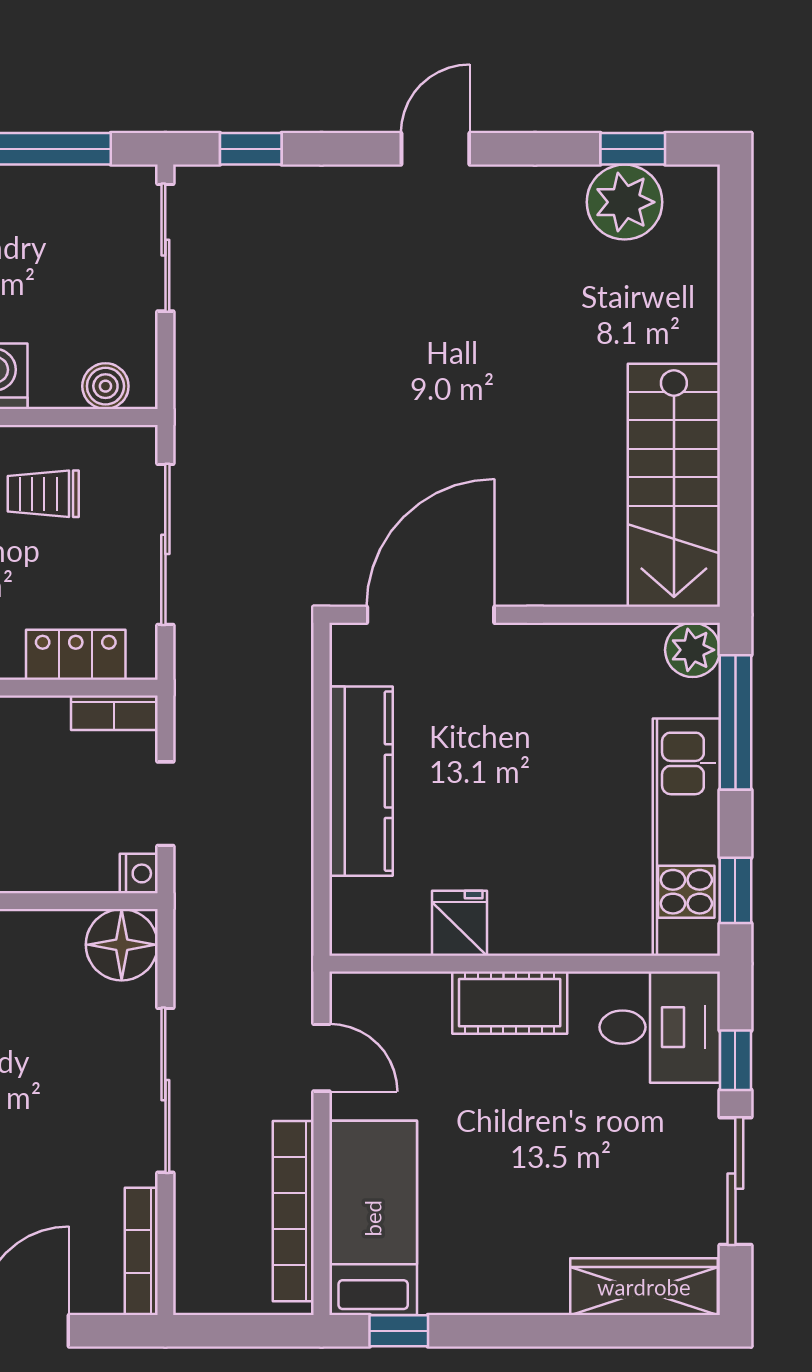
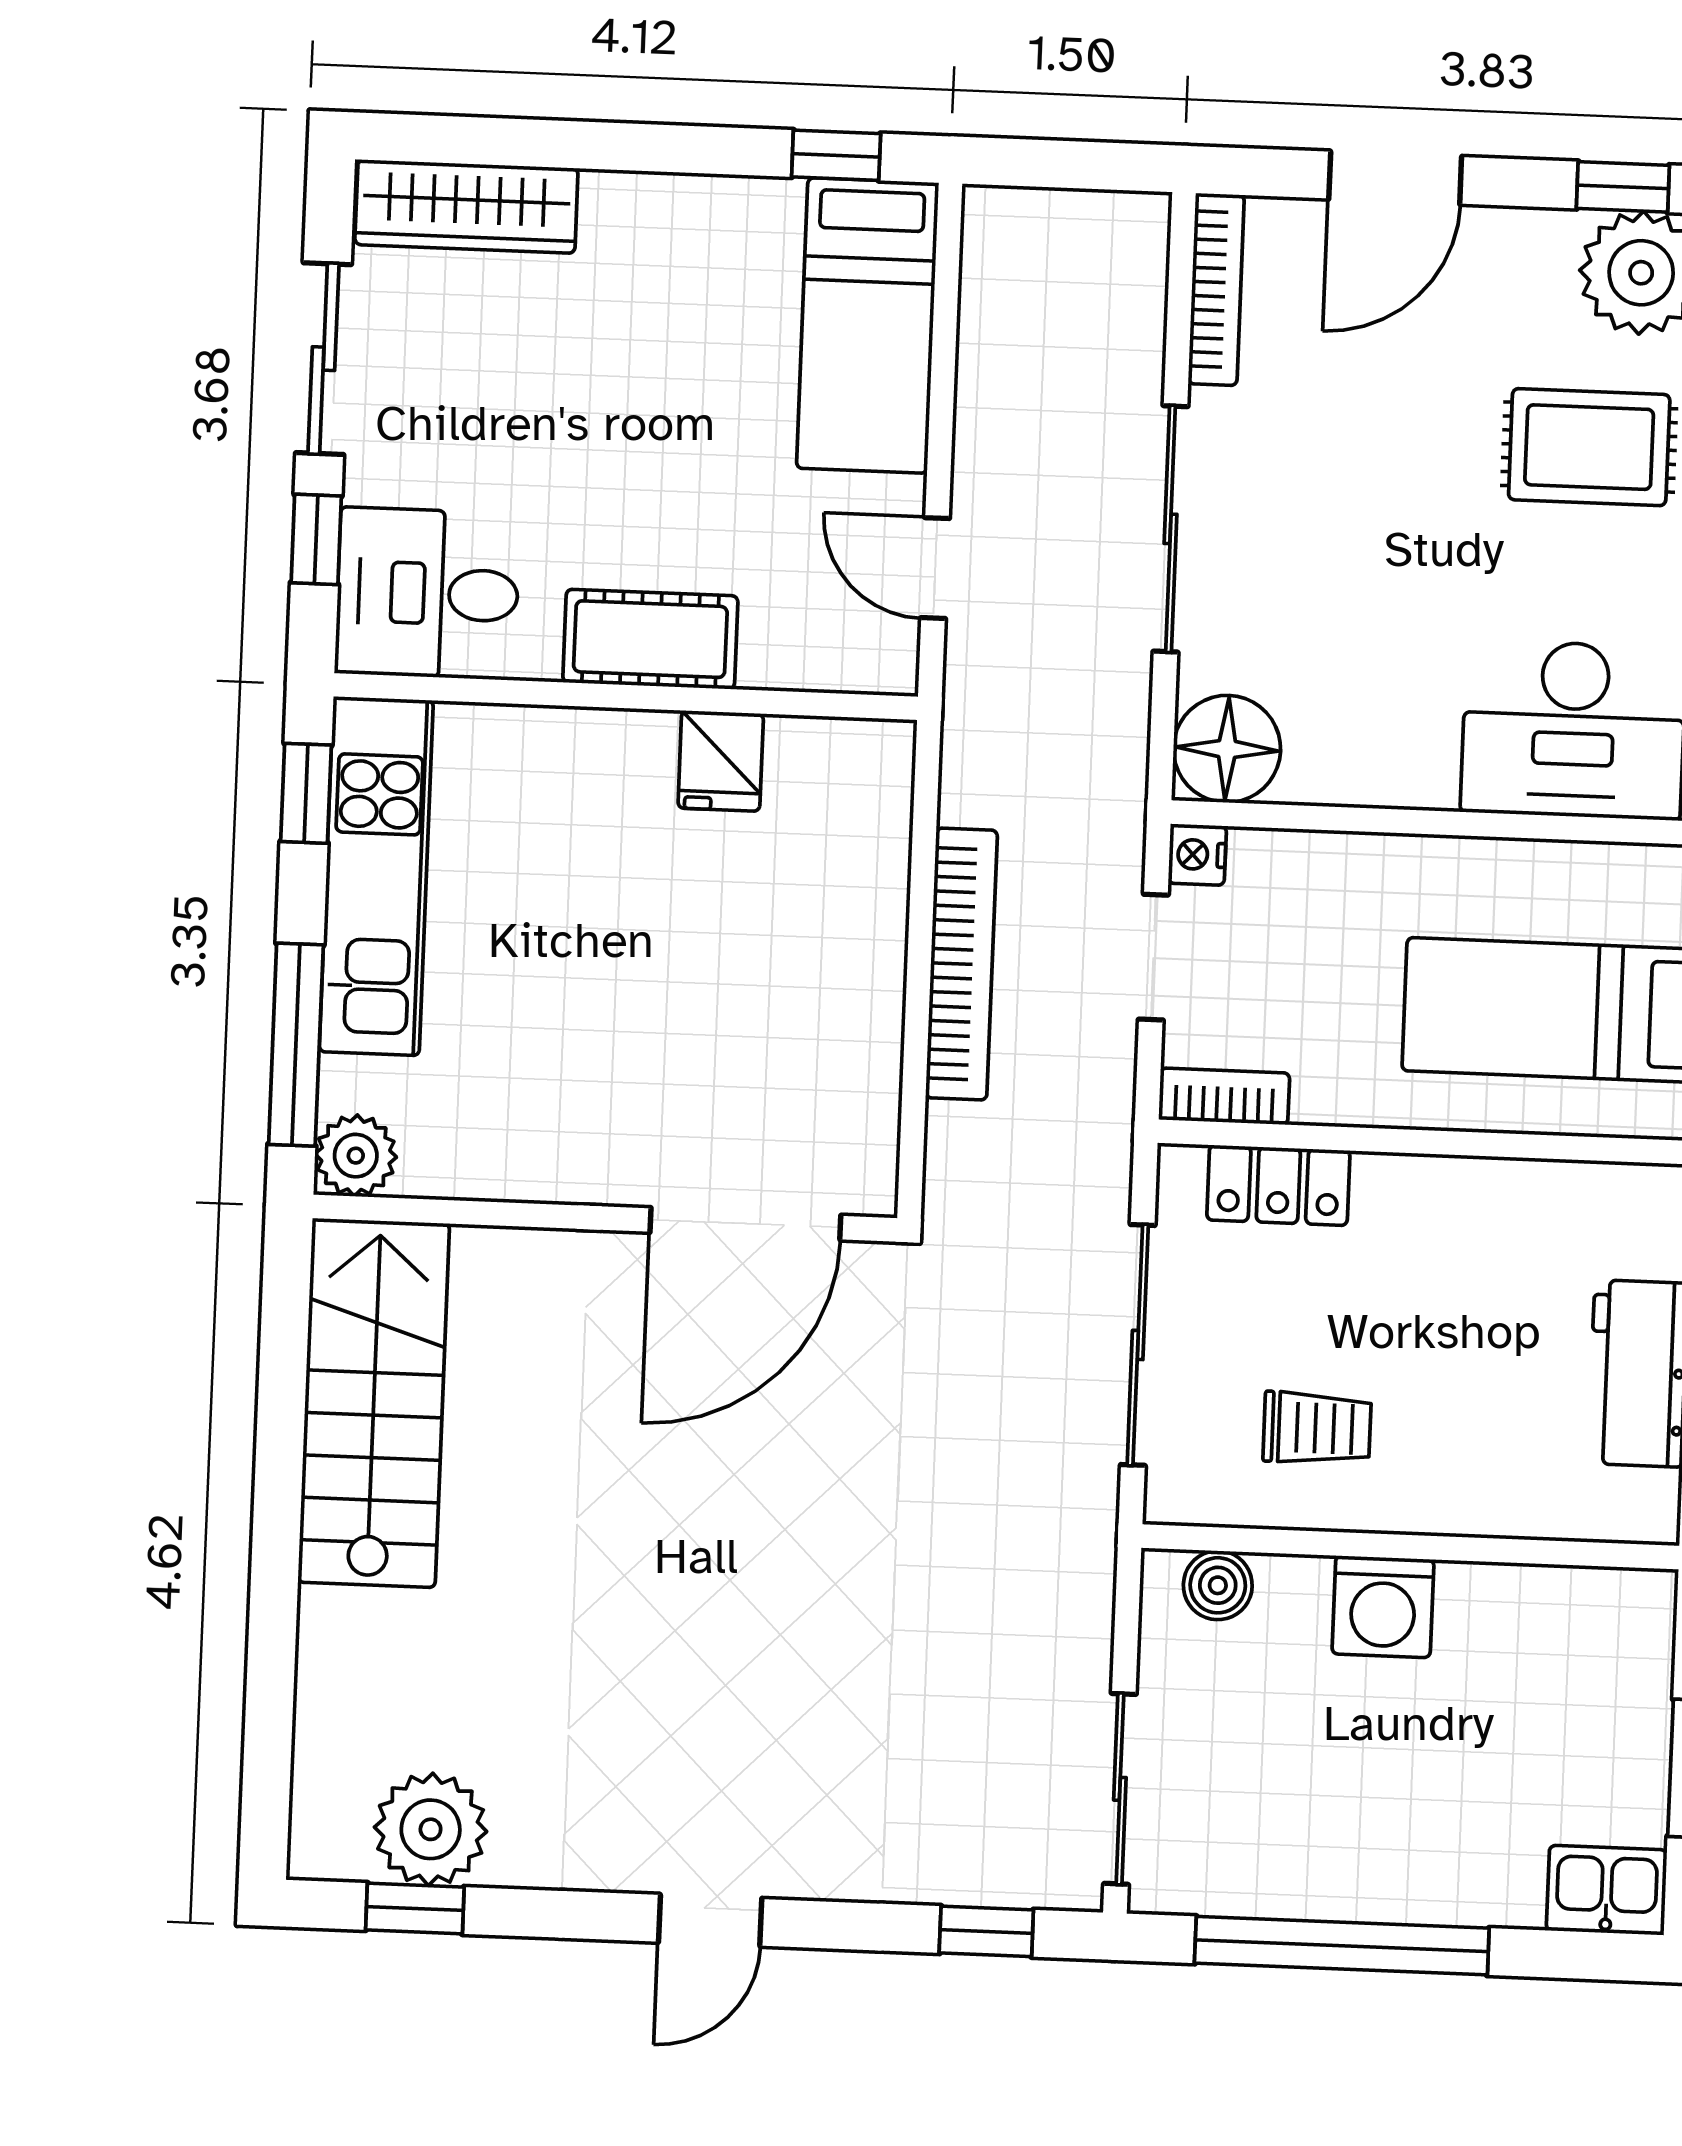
kitchen counter: (361, 781) -> (859, 979), removed
bookcase: (293, 1211) -> (961, 964), moved

